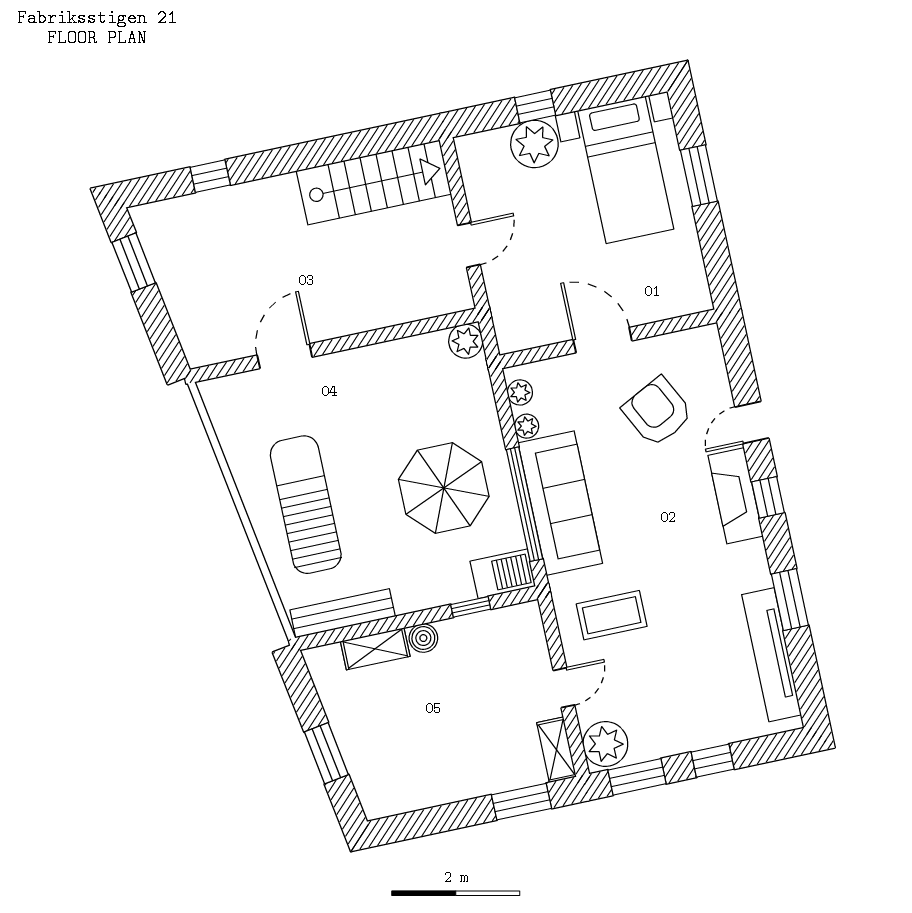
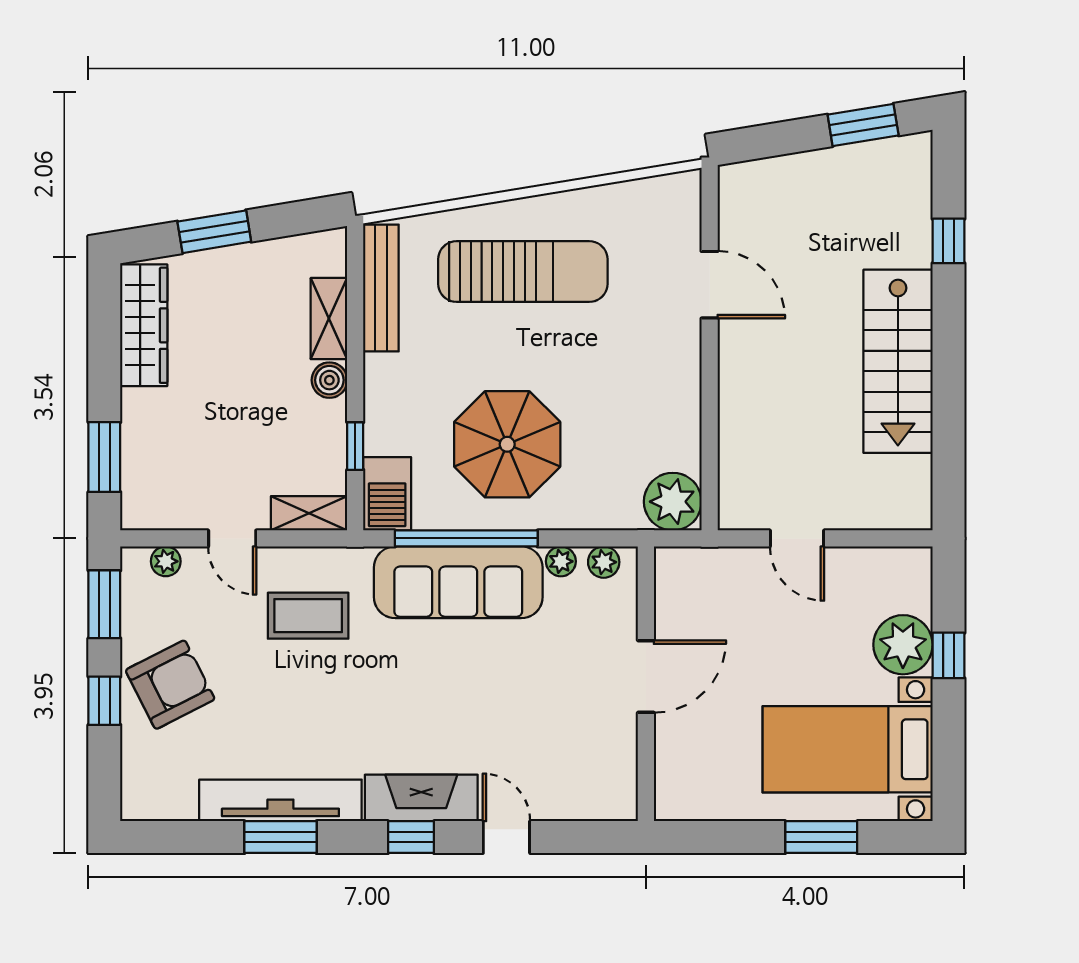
stairs: (374, 182) -> (898, 361), moved
plant: (466, 341) -> (673, 502), width x1.36, depth x1.36
armchair: (658, 412) -> (170, 685), moved
coffee table: (612, 615) -> (308, 616), turned 90
tv unit: (772, 655) -> (280, 800), moved
plant: (605, 744) -> (166, 561), width x0.53, depth x0.53
shelving: (557, 750) -> (309, 513), moved
wardrobe: (412, 793) -> (144, 325), added

